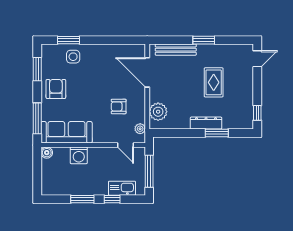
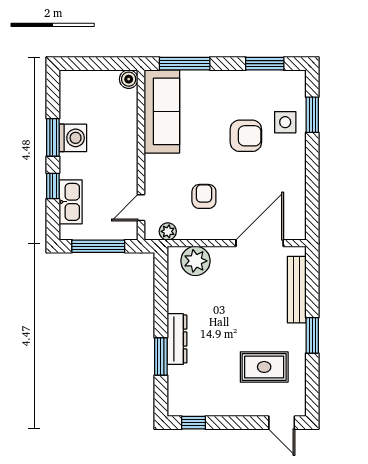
rug: (214, 82) -> (264, 367), moved
armchair: (56, 89) -> (246, 136), moved
washing machine: (79, 155) -> (73, 138), moved, turned 180

